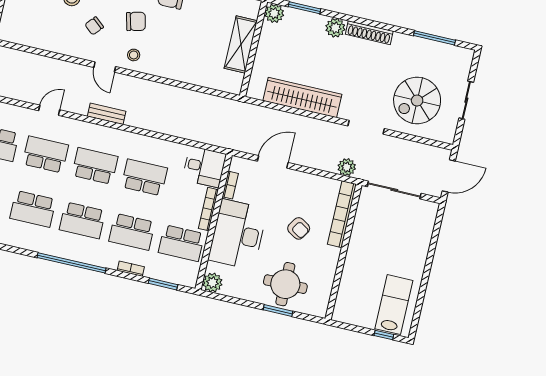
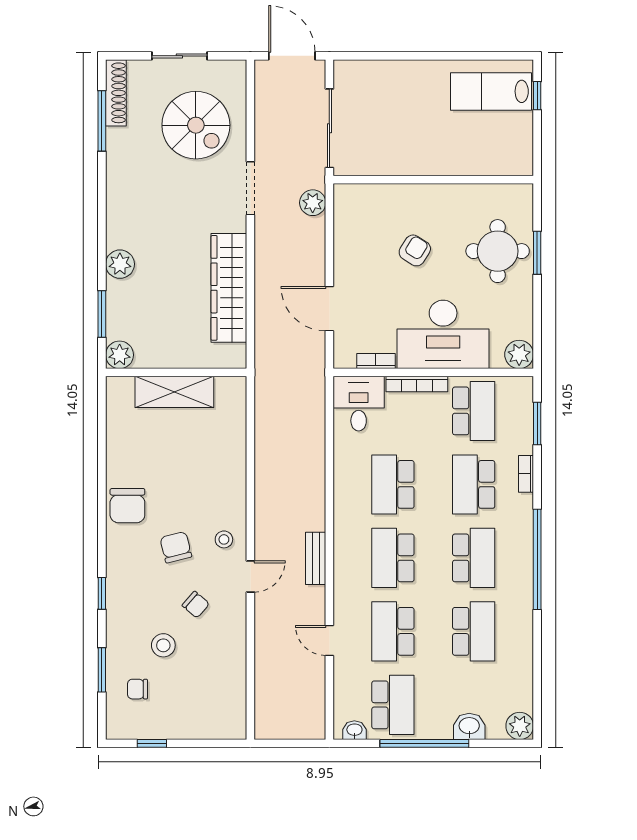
shoe rack: (369, 33) -> (116, 93), moved
bookcase: (342, 214) -> (381, 194), removed
school desk: (132, 232) -> (474, 484), turned 180

